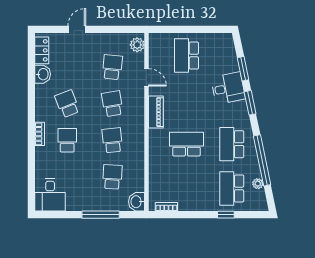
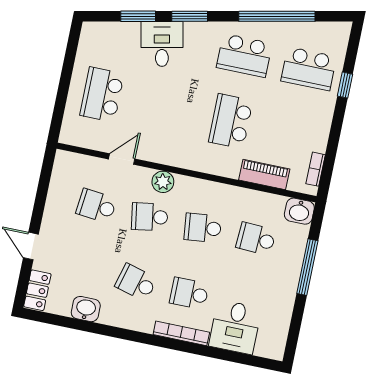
plant: (137, 45) -> (163, 182), moved
locker: (42, 50) -> (37, 290), moved, turned 90
school desk: (186, 56) -> (102, 95), turned 90
school desk: (67, 104) -> (136, 282), turned 36
piano: (156, 112) -> (264, 174), moved
bookcase: (40, 134) -> (181, 333), width x1.56
plant: (258, 184) -> (309, 29), removed
desk: (50, 195) -> (235, 327), moved, turned 90

